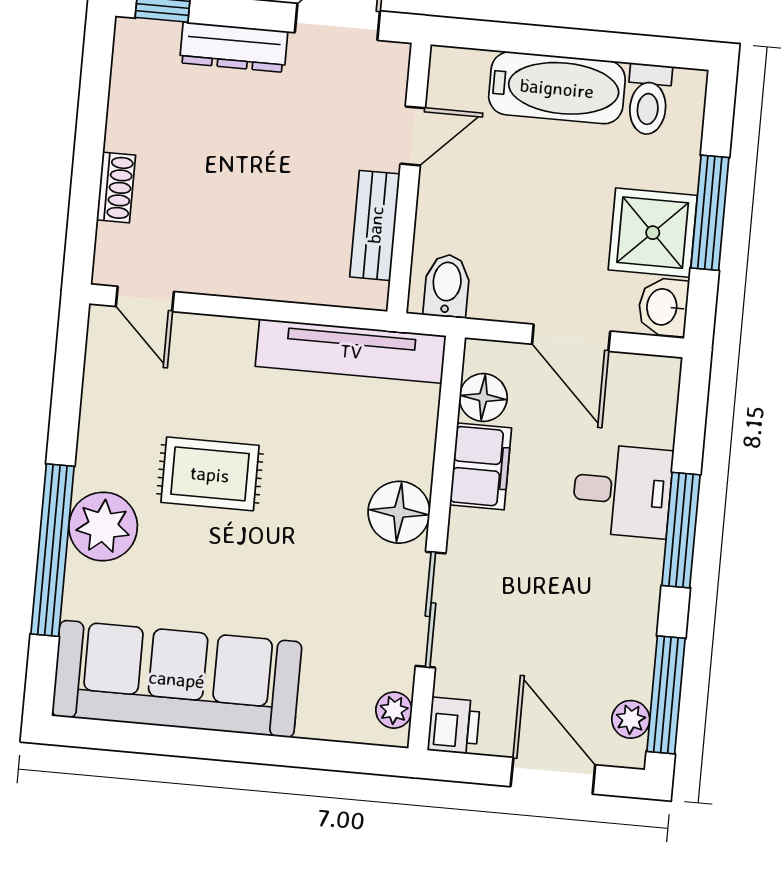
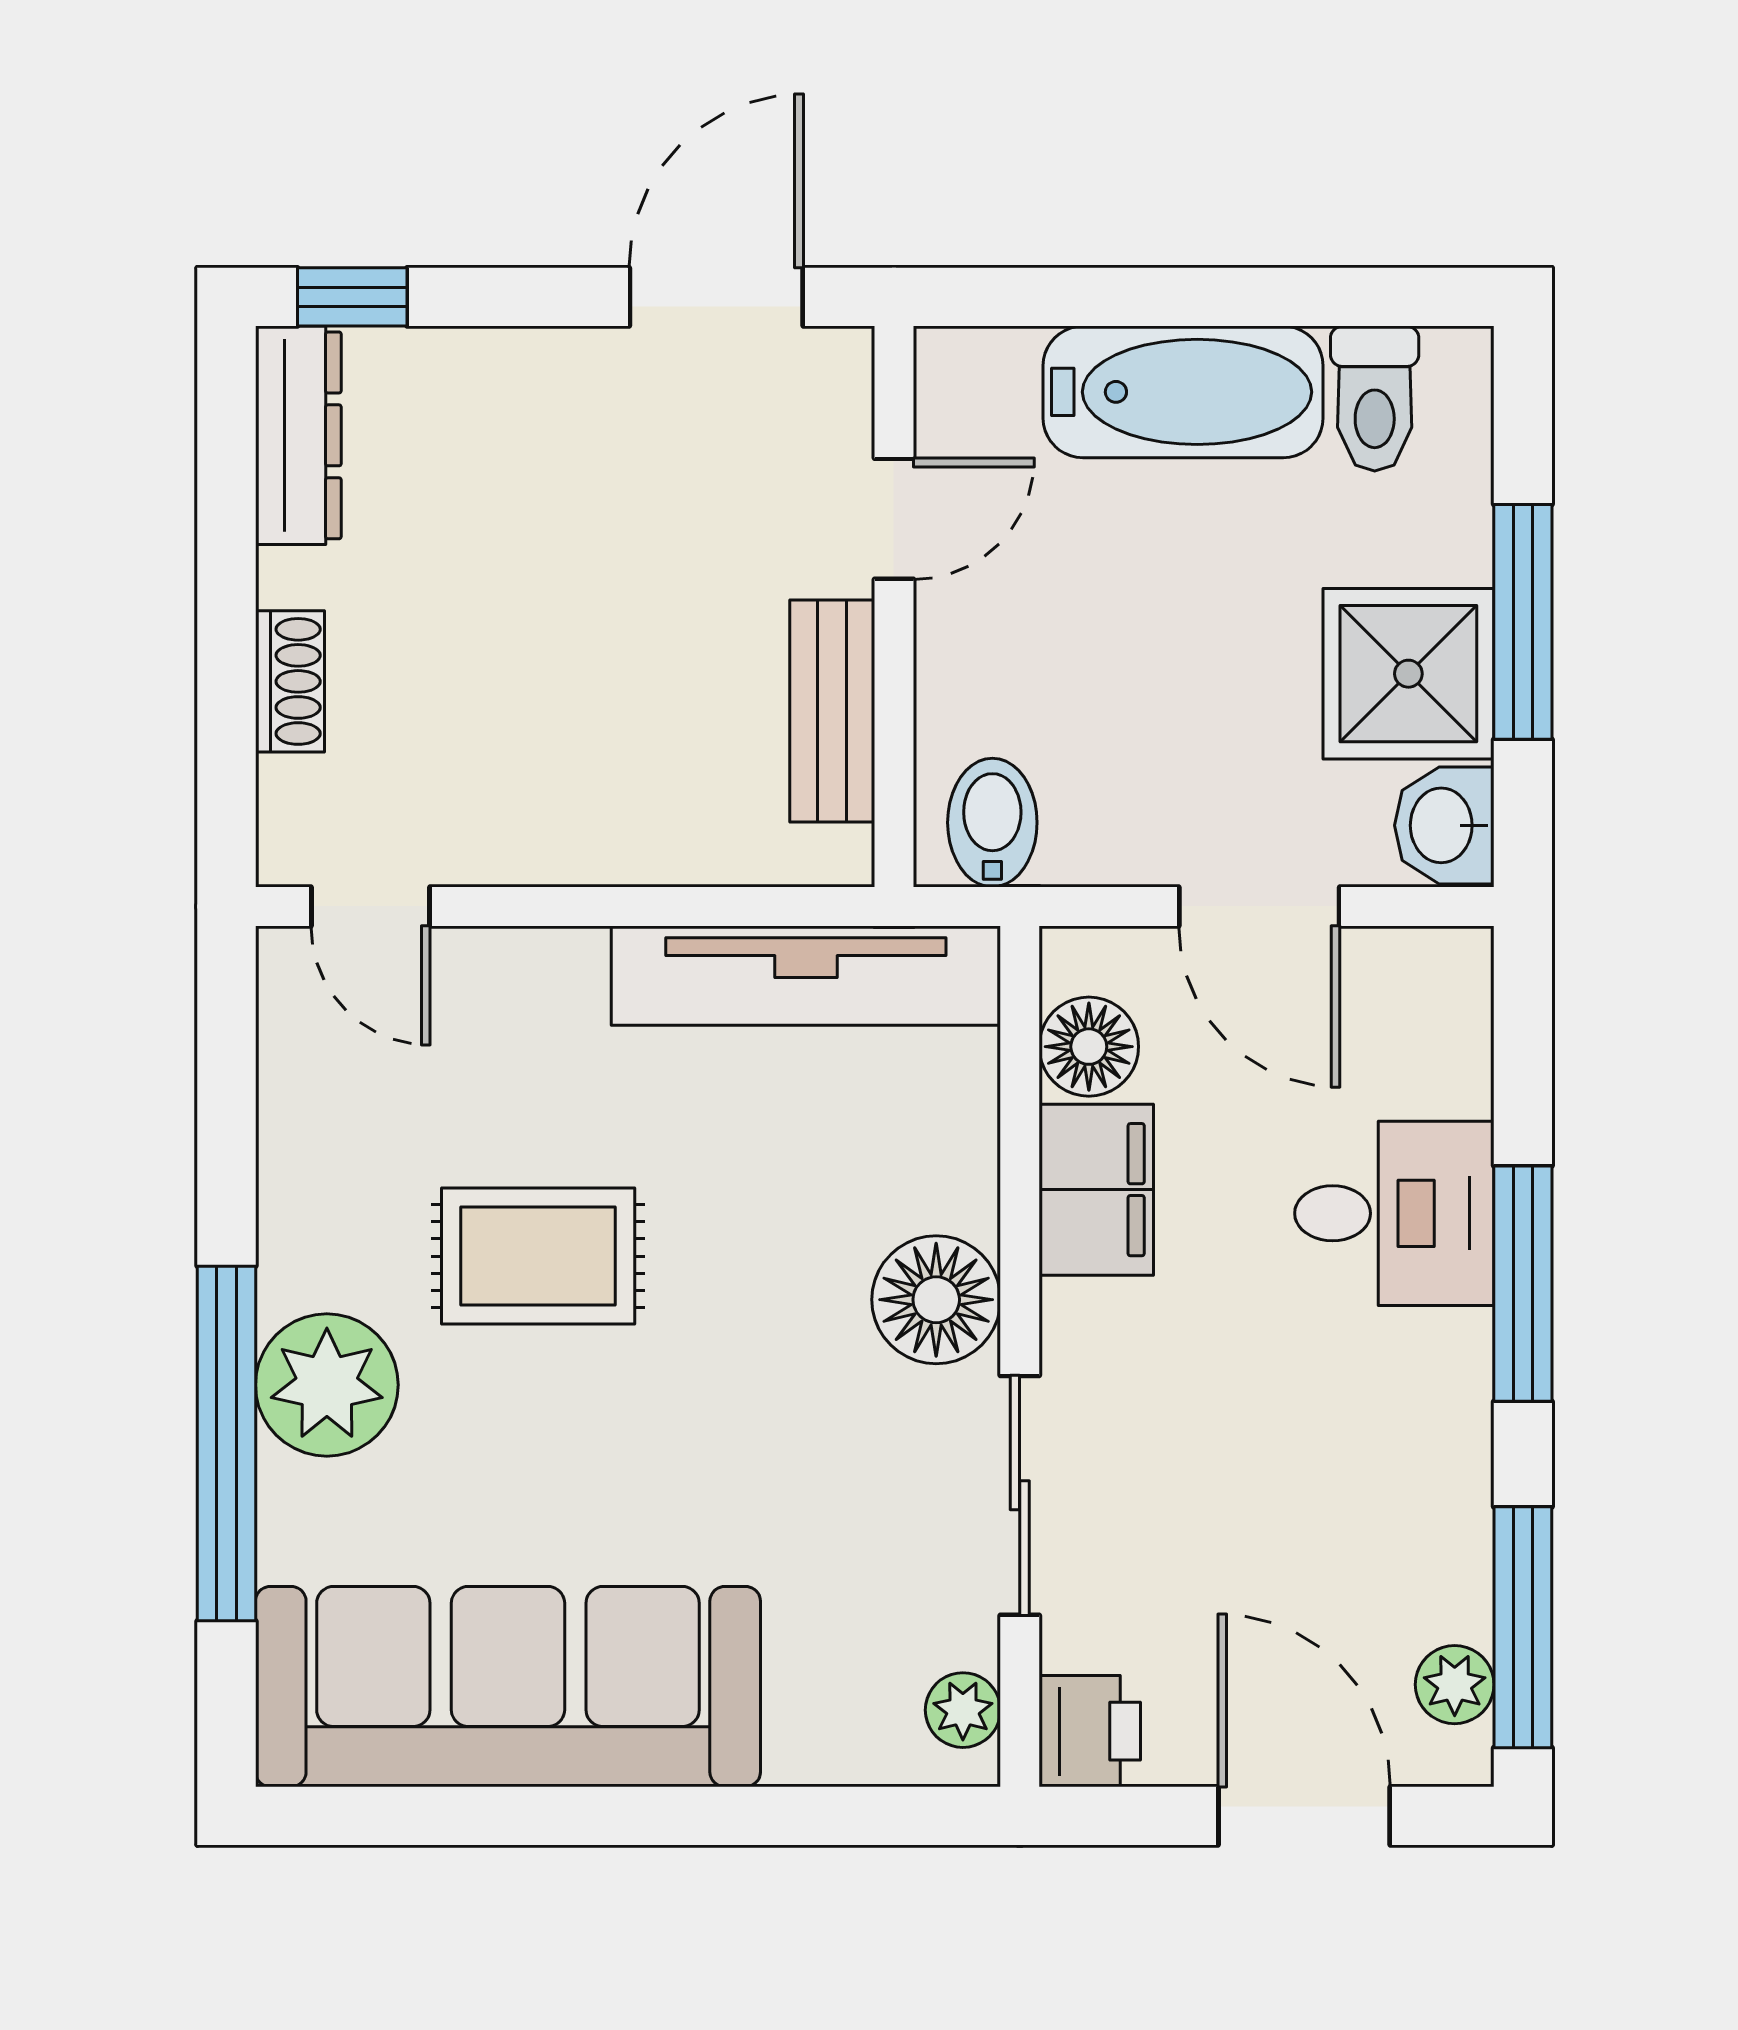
dresser: (234, 47) -> (298, 435), moved, turned -90

